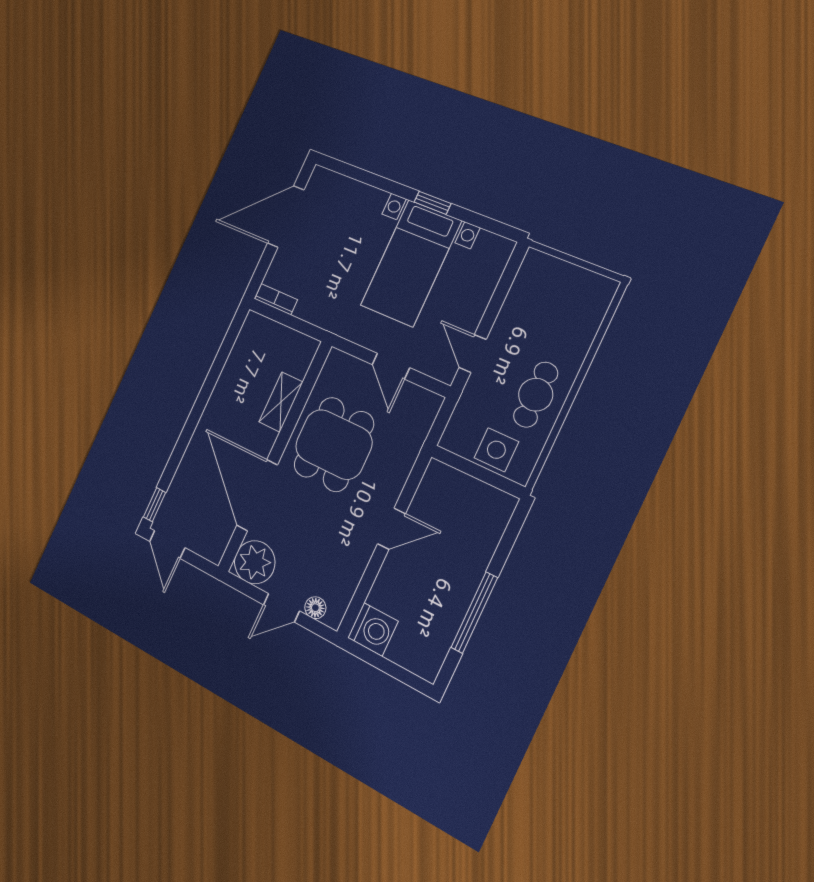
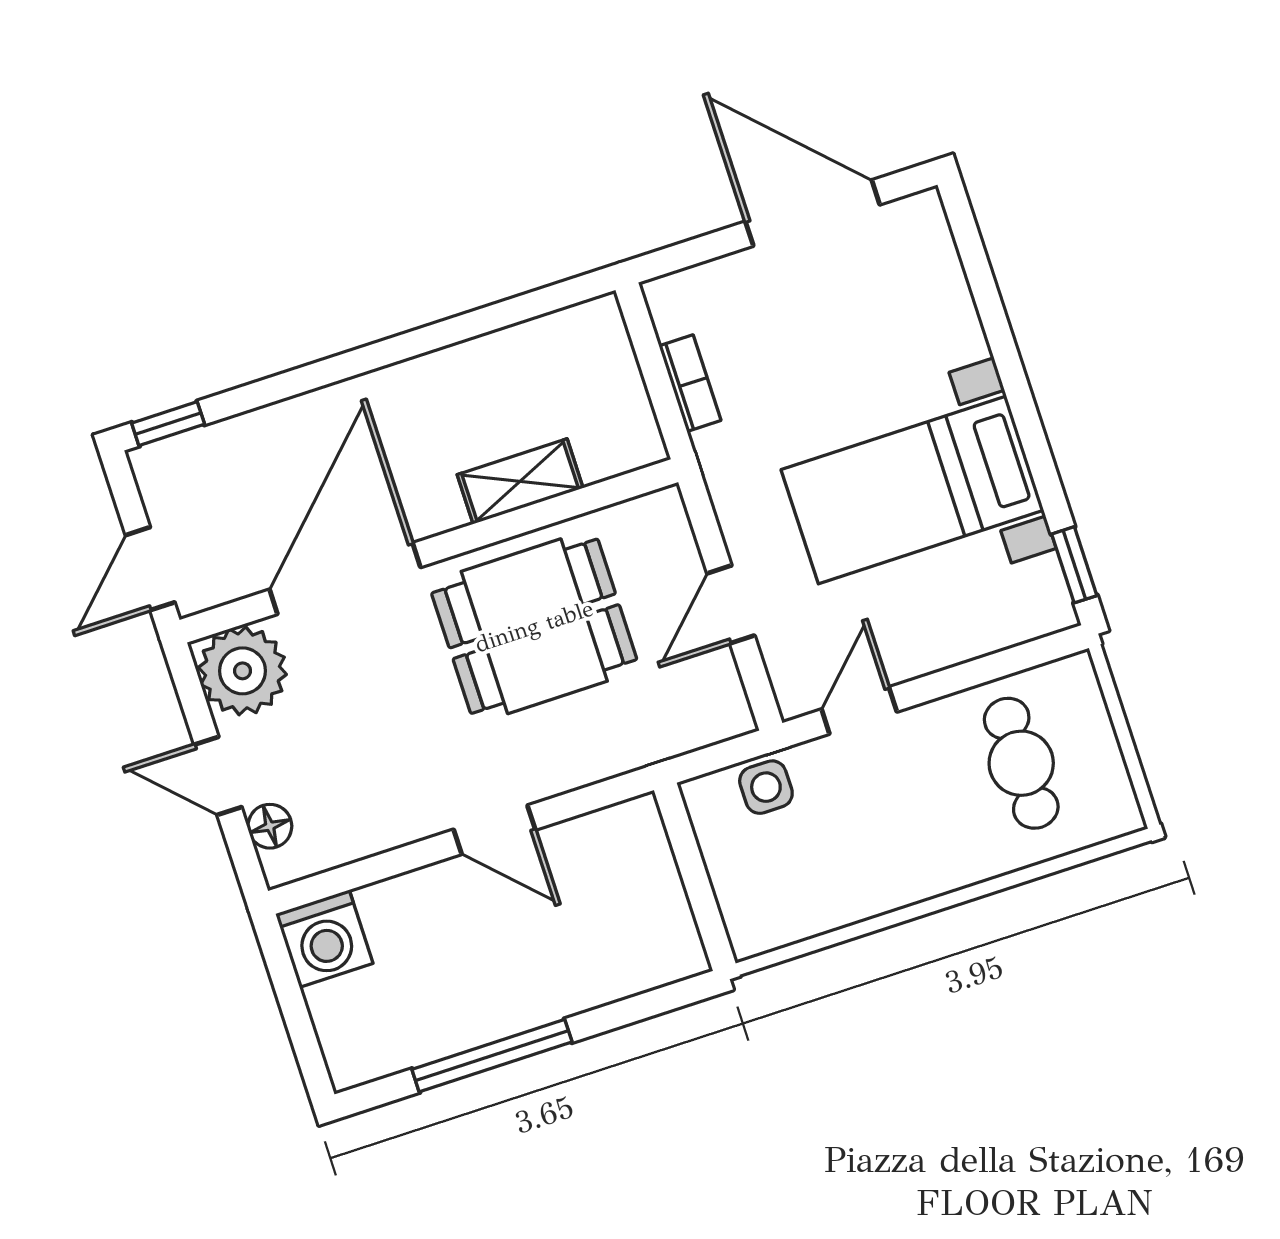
window: (433, 203) -> (1074, 565), moved
bookcase: (276, 299) -> (690, 383), moved
cafe table: (536, 395) -> (1021, 763), moved, turned 90
side table: (496, 450) -> (766, 787), moved, width x0.73, depth x0.73
door: (167, 544) -> (150, 569), moved

